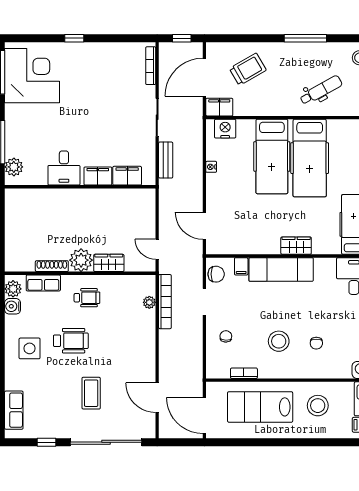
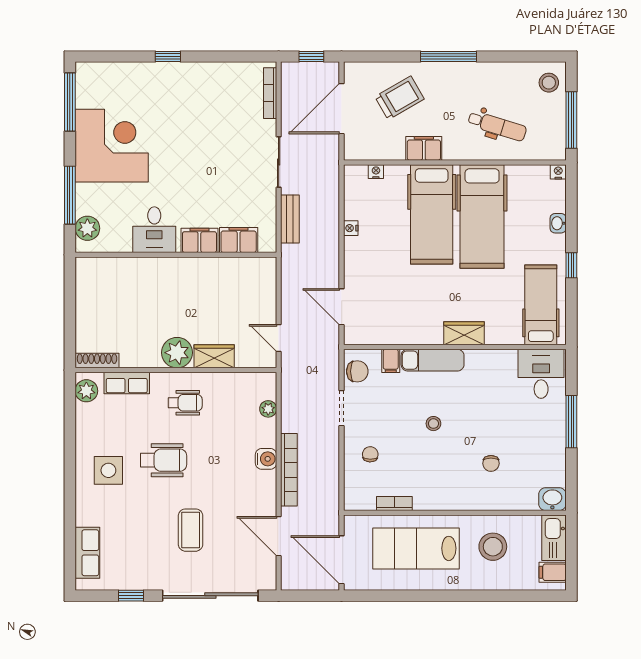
window: (305, 38) -> (449, 56), moved
corner desk: (32, 76) -> (112, 146), moved
dental chair: (321, 90) -> (497, 126), turned 46
filing cabinet: (219, 107) -> (424, 148), moved
nightstand: (225, 129) -> (376, 172), width x0.53, depth x0.56
shoe rack: (52, 266) -> (97, 361), moved
exam couch: (281, 269) -> (433, 360), width x0.73, depth x0.69
bookcase: (165, 302) -> (289, 470), moved
water cooler: (13, 306) -> (266, 459), moved, turned 180
stool: (279, 341) -> (433, 424), moved, width x0.53, depth x0.53

